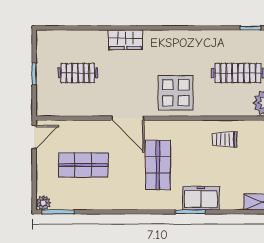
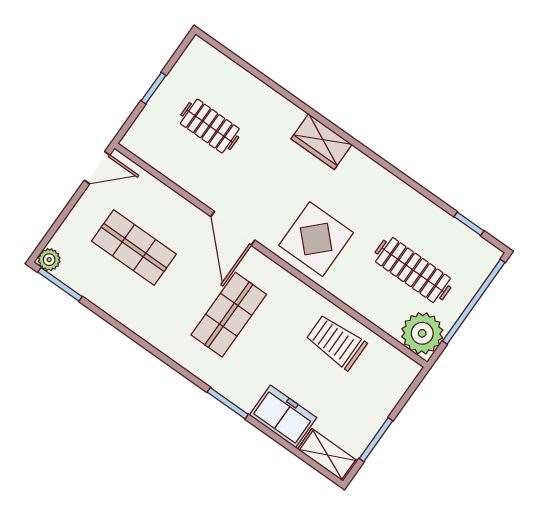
wardrobe: (125, 40) -> (321, 142), moved
trolley: (225, 139) -> (336, 342), width x1.36, depth x1.39
freezer: (201, 198) -> (283, 416), moved

